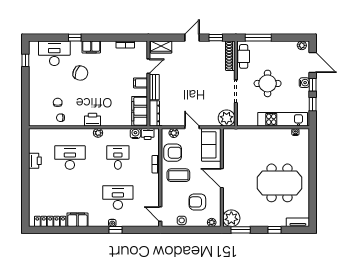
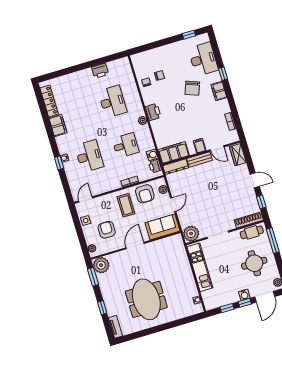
round table: (268, 83) -> (254, 263), moved
kitchen unit: (283, 119) -> (200, 267), moved

